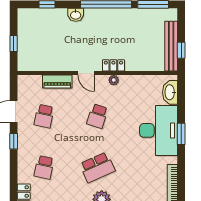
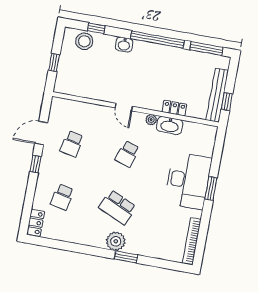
stool: (38, 18) -> (84, 41), added
locker: (113, 65) -> (174, 108), moved
piano: (57, 81) -> (92, 110), removed
washbasin: (170, 92) -> (170, 125), moved, turned -90
school desk: (97, 167) -> (118, 207), turned 48

